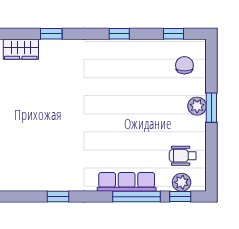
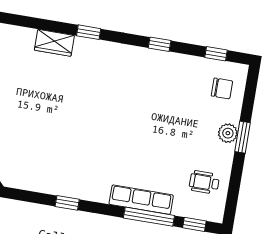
chair: (184, 65) -> (222, 88), turned 90
plant: (182, 182) -> (198, 210), removed

